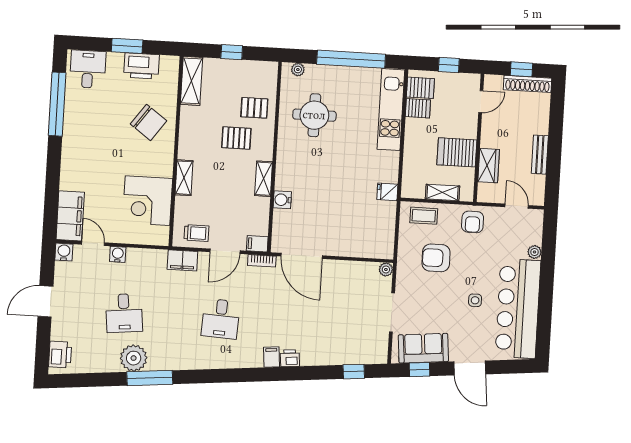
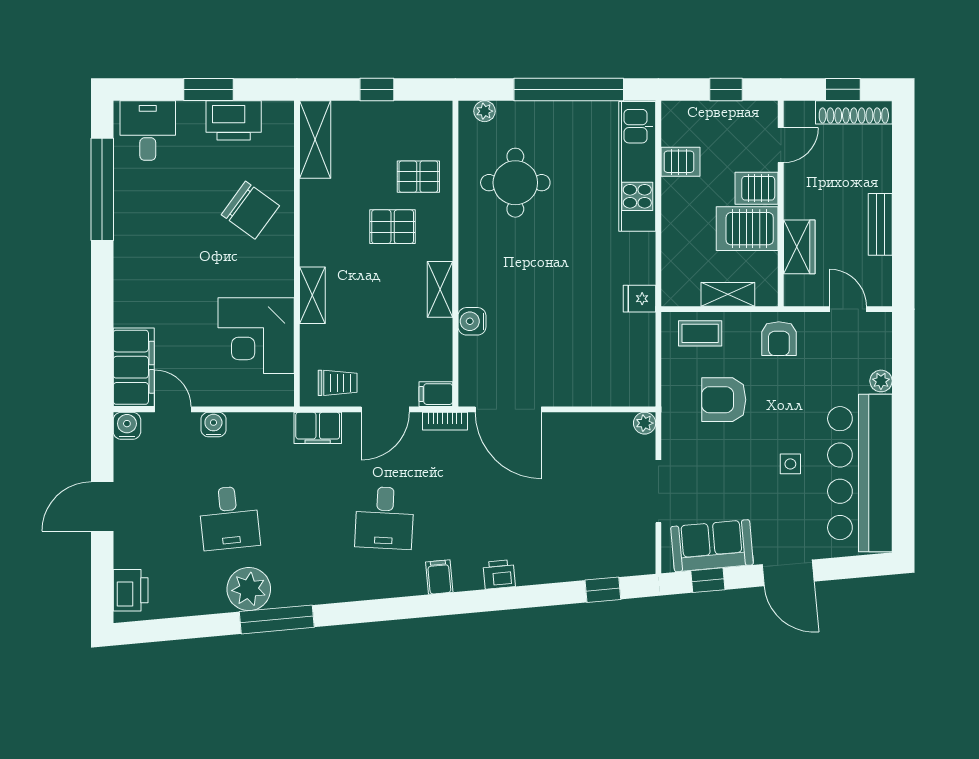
server rack: (420, 88) -> (756, 188), moved, turned 180
filing cabinet: (271, 357) -> (439, 577), moved

